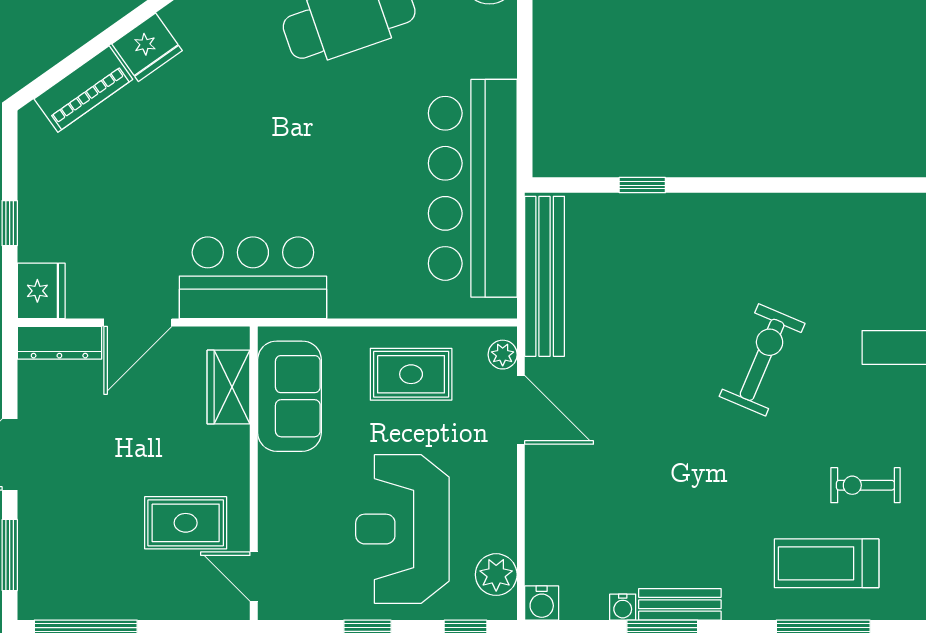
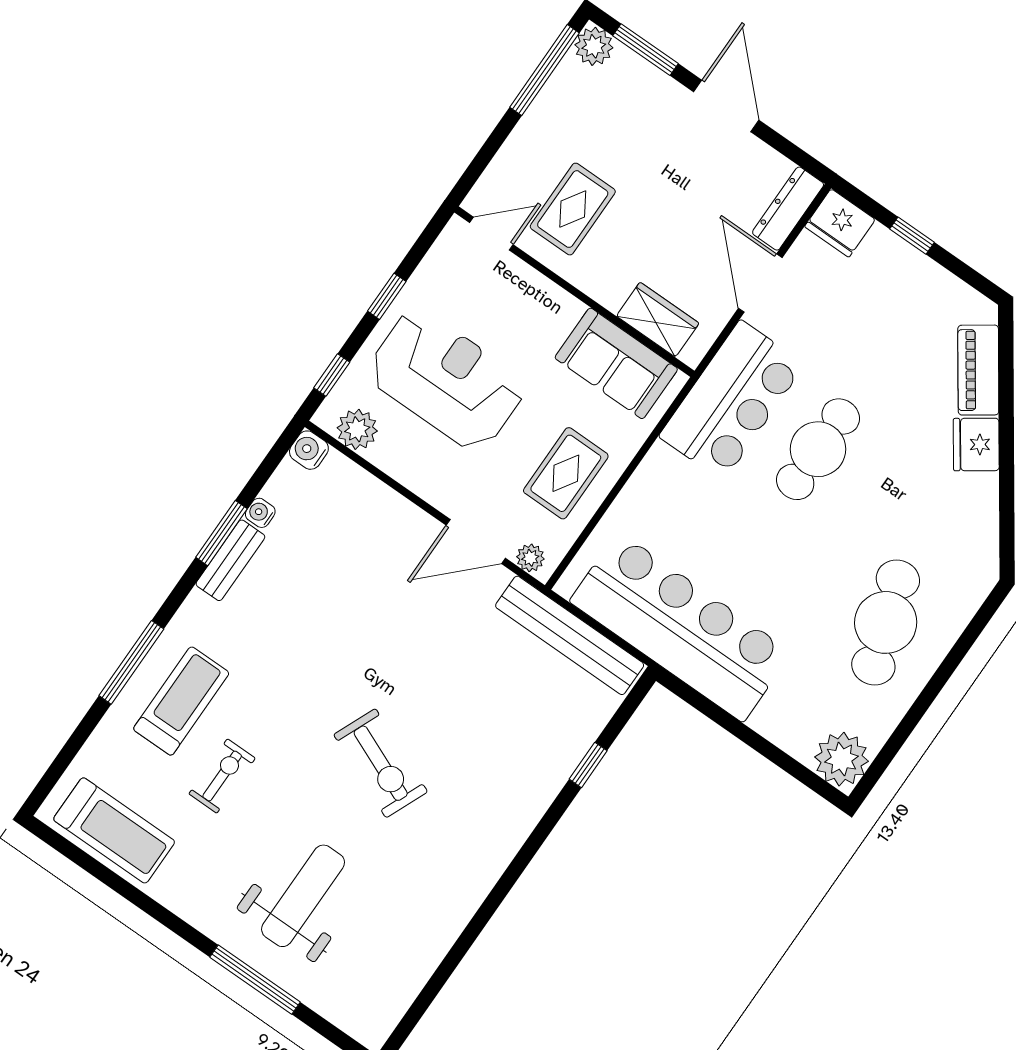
cafe table: (243, 177) -> (818, 449), added
plant: (37, 600) -> (594, 46), added

